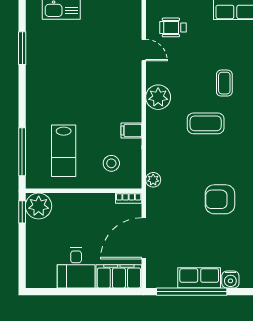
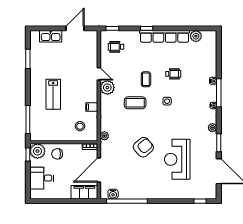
door: (144, 50) -> (99, 74), moved
lab bench: (64, 151) -> (53, 94), moved
armchair: (220, 199) -> (143, 147), turned 139
chair: (72, 211) -> (57, 154), added
desk: (76, 268) -> (42, 178), moved, turned 90
row of seats: (199, 278) -> (131, 193), removed
water cooler: (230, 280) -> (113, 194), moved

